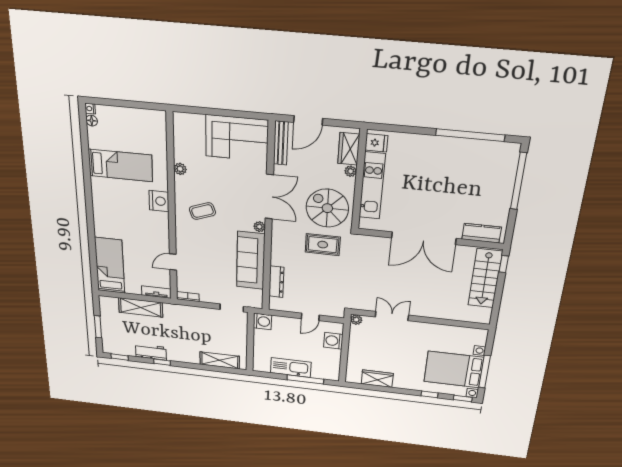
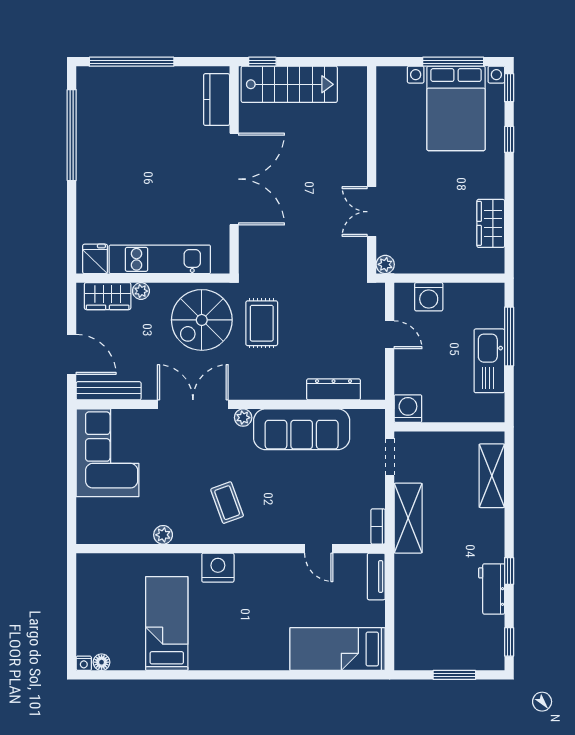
shelving: (141, 308) -> (408, 518), moved

